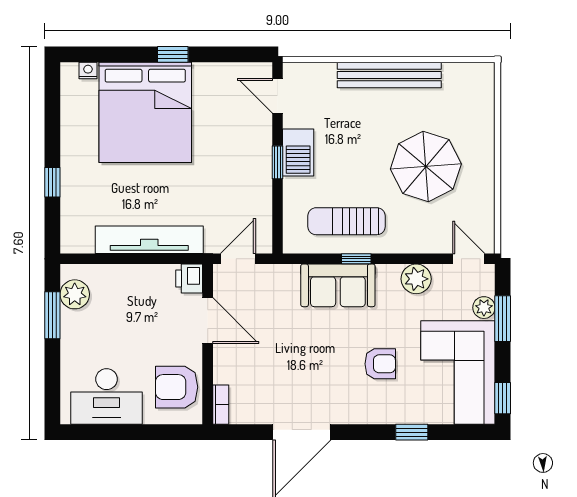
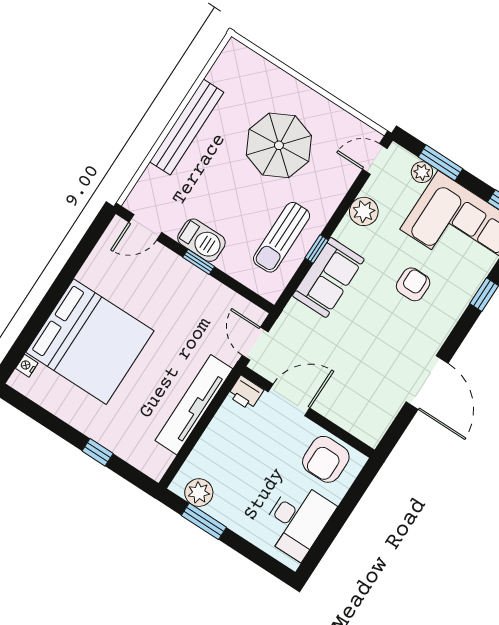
window: (173, 54) -> (58, 289), removed
bookcase: (221, 405) -> (363, 433), removed

